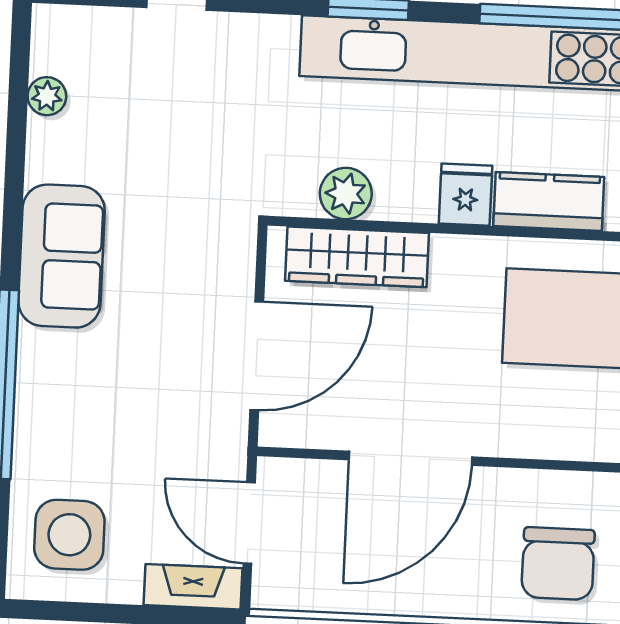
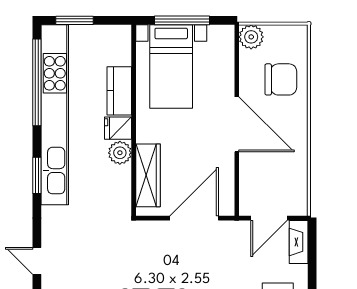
plant: (346, 194) -> (120, 153), moved
door: (257, 356) -> (194, 218), hinge flipped
door: (410, 458) -> (237, 124), moved

